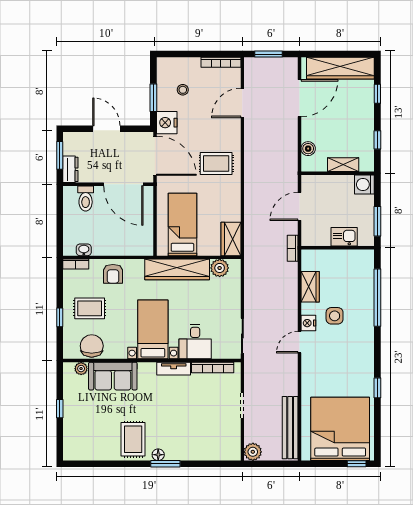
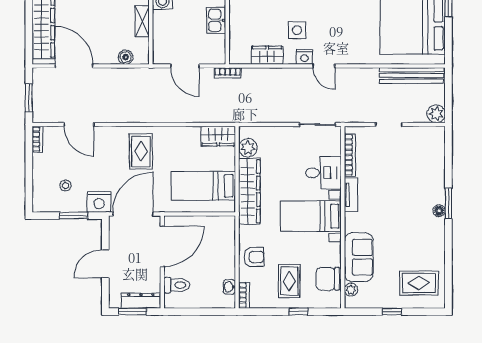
bookcase: (221, 62) -> (37, 139), width x0.64
dresser: (70, 169) -> (141, 301), width x1.44
rug: (133, 439) -> (419, 283), moved

